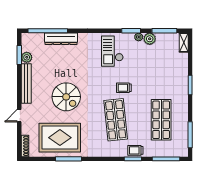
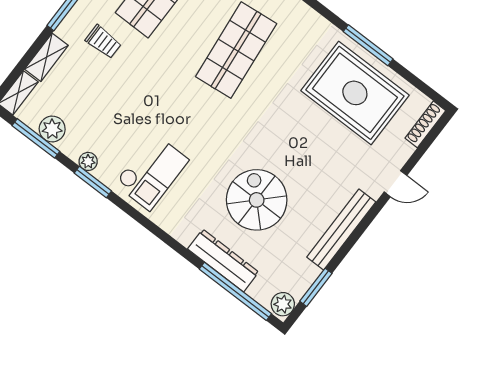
plant: (150, 39) -> (52, 129), moved
plant: (27, 57) -> (283, 304), moved
shelving: (183, 64) -> (46, 57), added
trolley: (124, 88) -> (103, 42), moved
spiral stairs: (66, 97) -> (257, 200), moved

